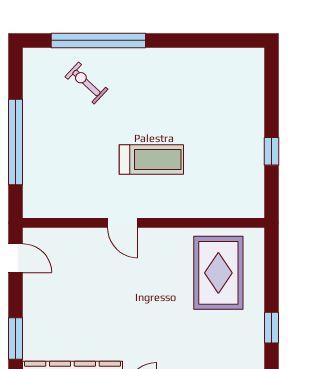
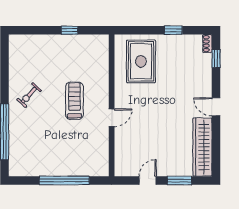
exercise bike: (86, 83) -> (29, 95), moved
door: (16, 258) -> (148, 181), moved
rug: (218, 273) -> (141, 61), turned 90

